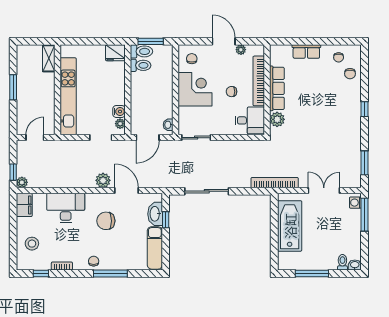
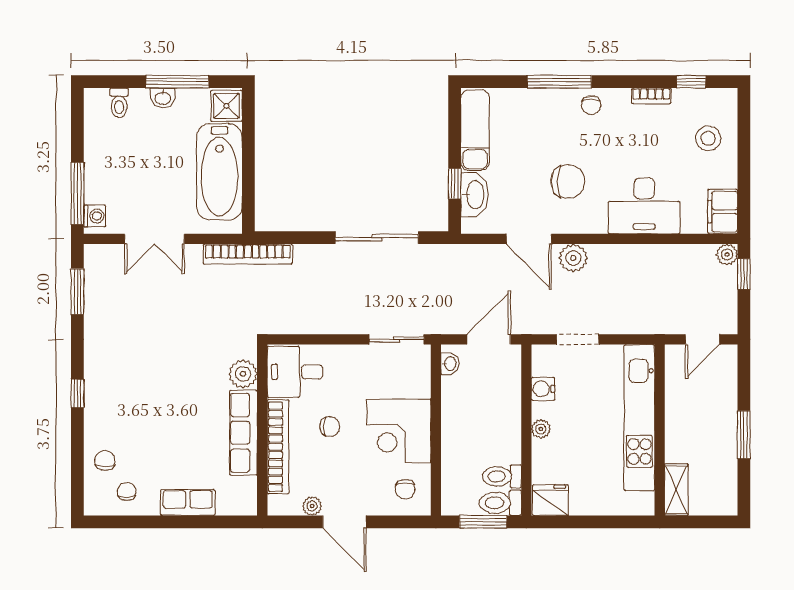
plant: (120, 124) -> (541, 429), moved
shower: (286, 261) -> (226, 106), added
washbasin: (355, 265) -> (163, 98), moved

